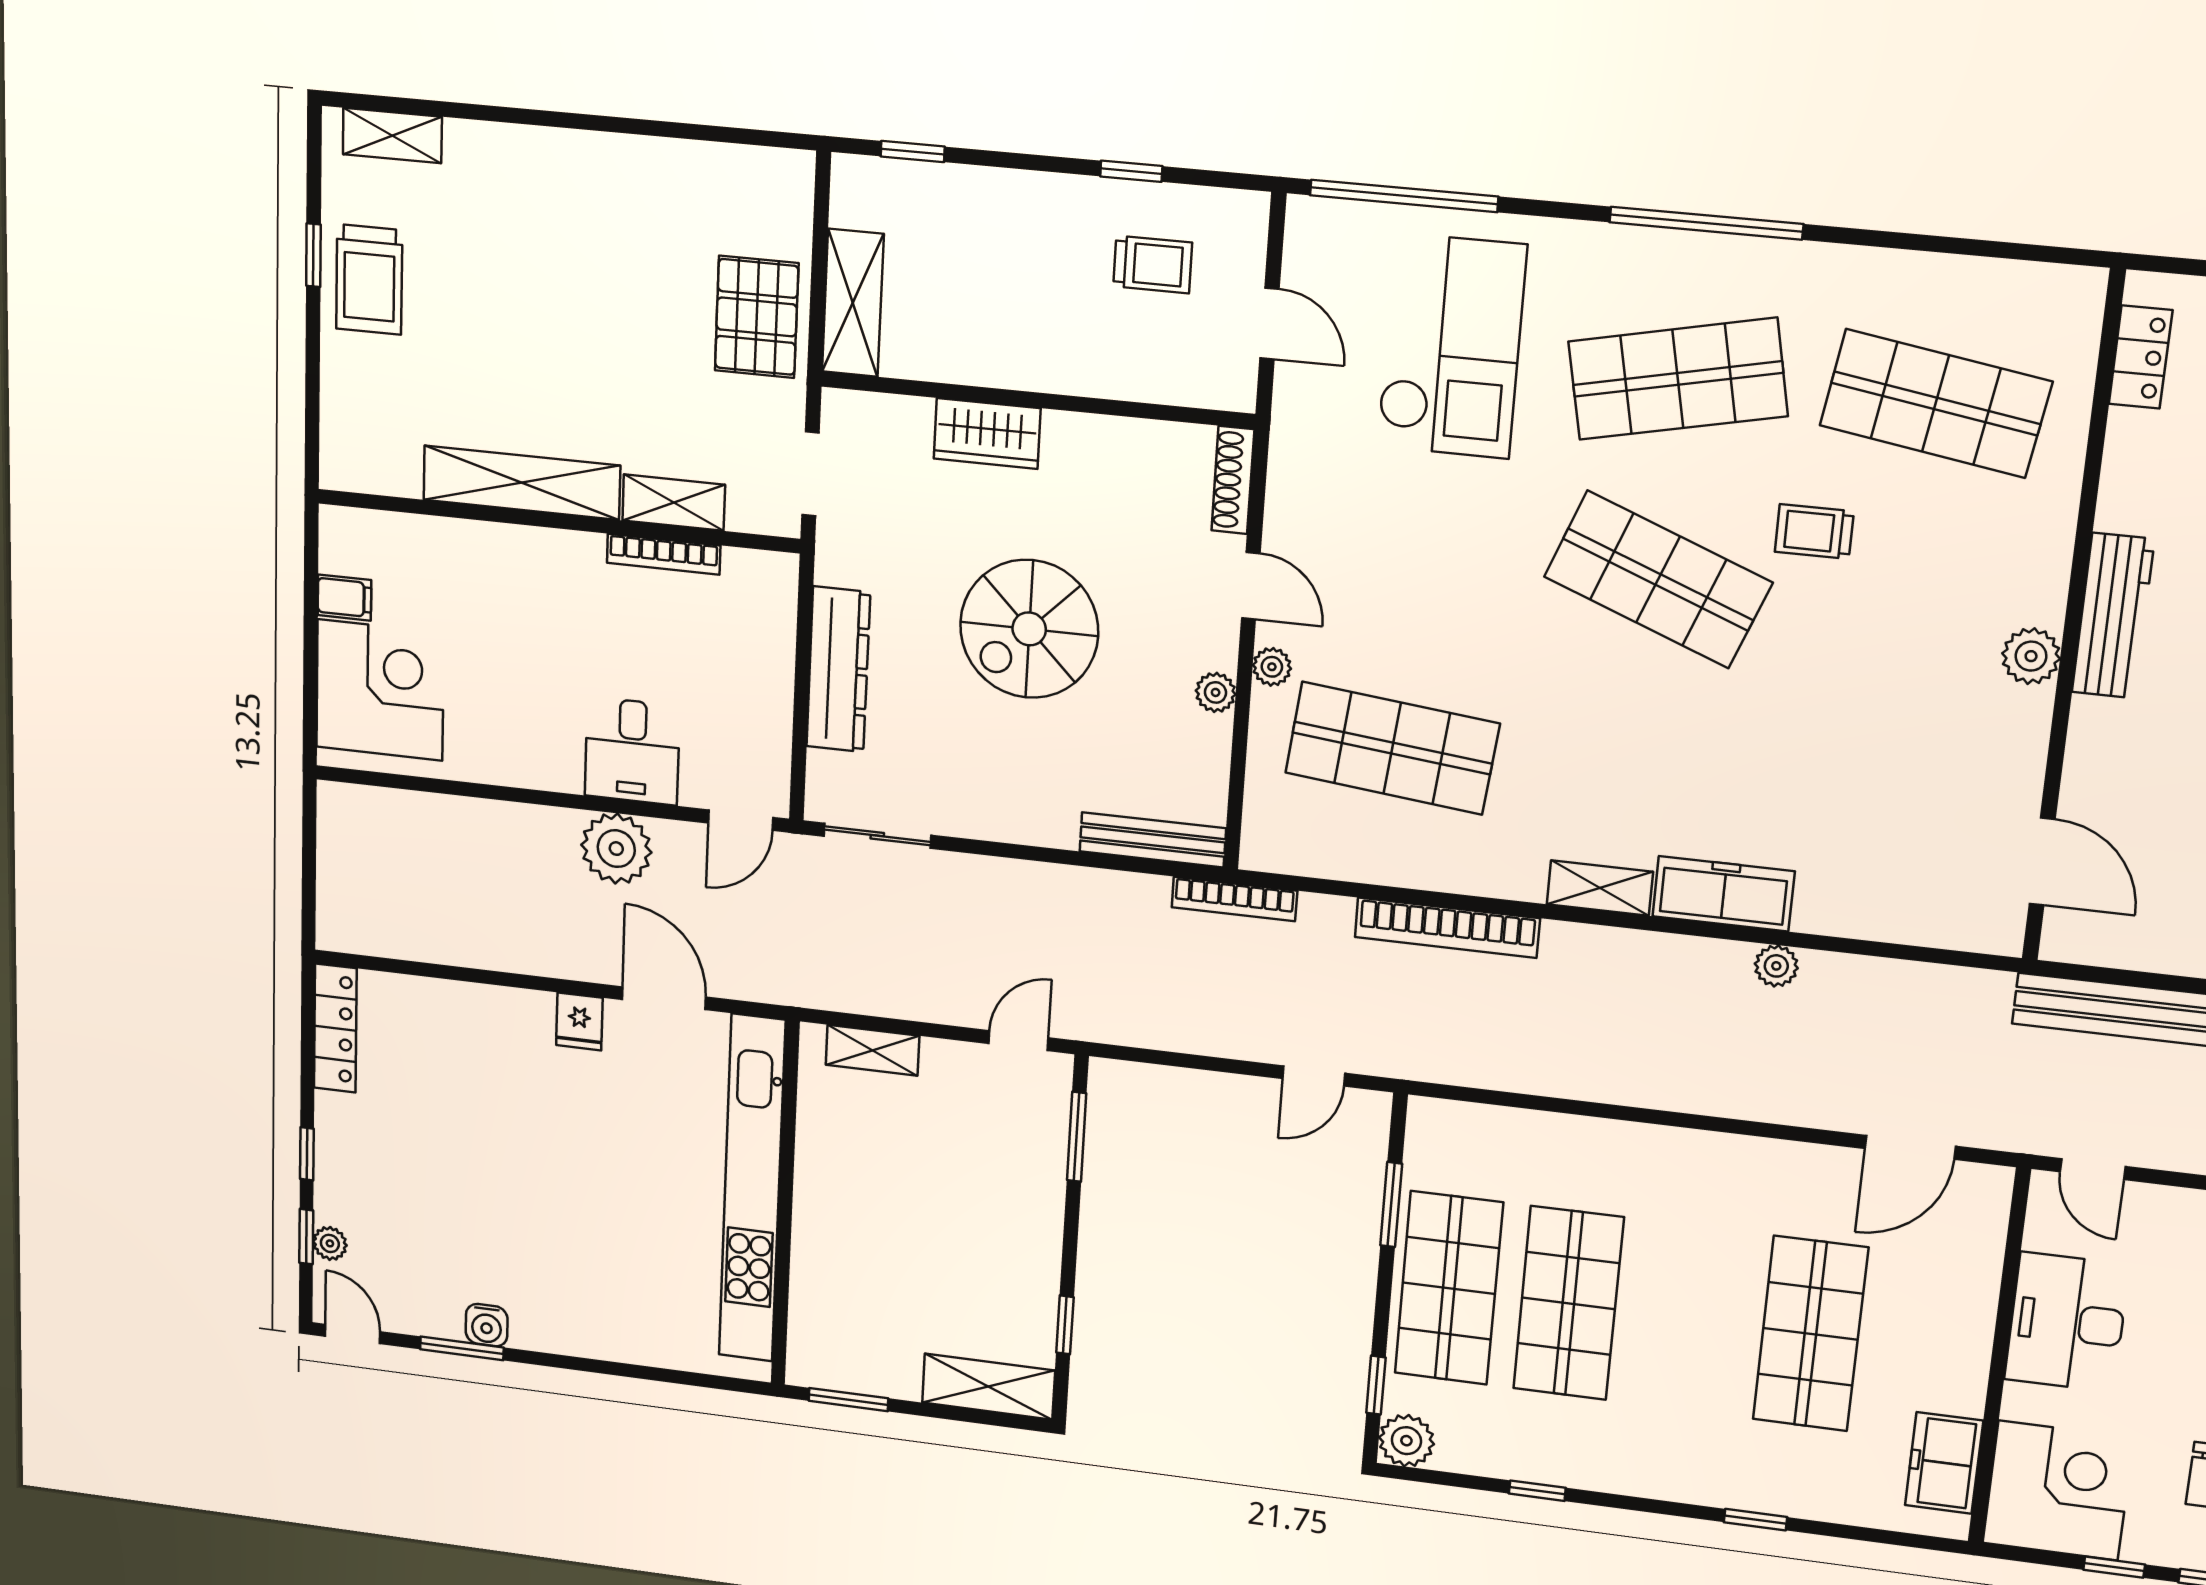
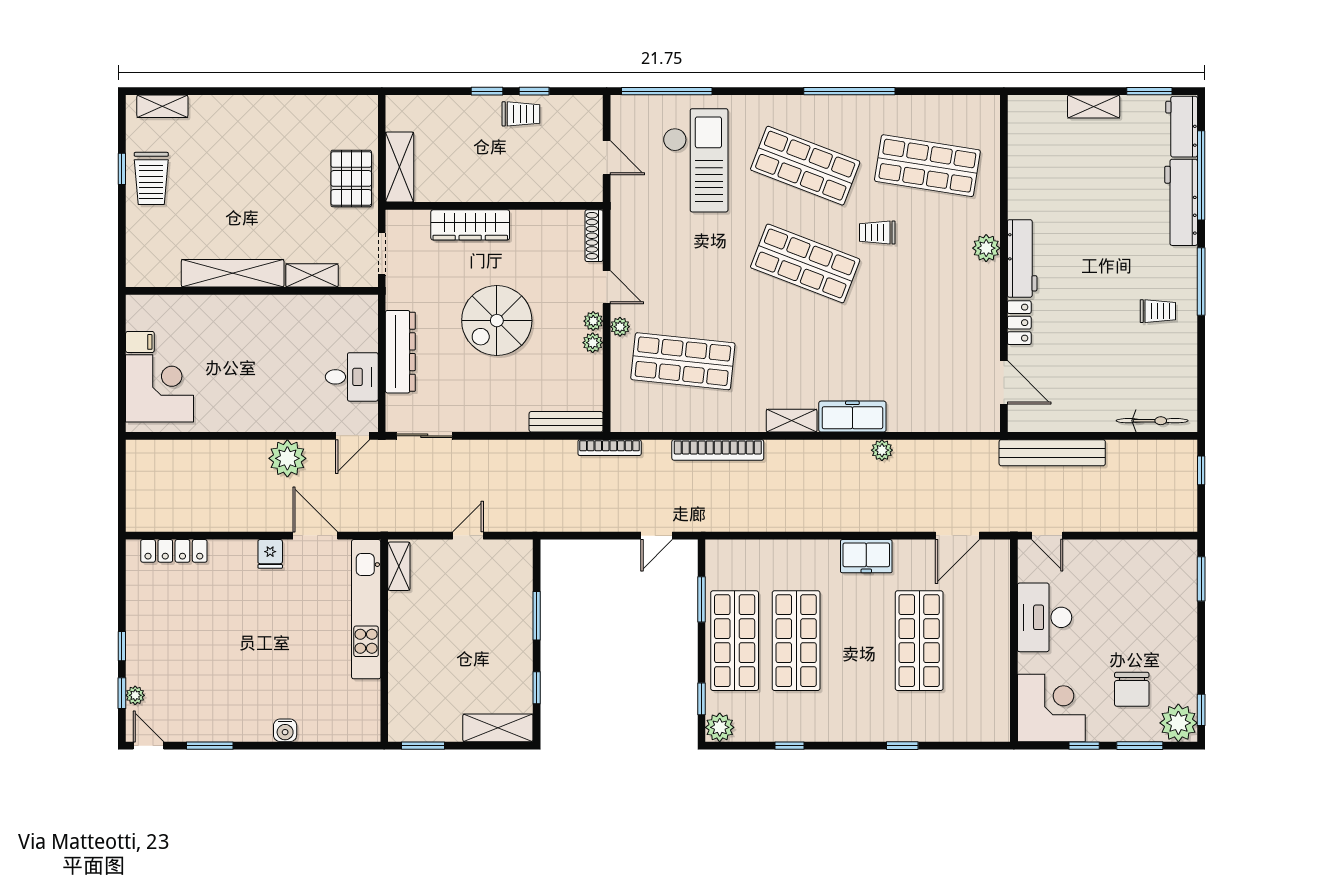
window: (913, 151) -> (487, 91), moved
window: (1706, 223) -> (849, 91), moved
trolley: (1153, 264) -> (521, 114), moved
locker: (2141, 357) -> (1019, 323), moved
shop shelf: (1678, 379) -> (805, 166), turned 33
wardrobe: (987, 434) -> (470, 225), width x1.50
bookcase: (664, 554) -> (308, 302), removed
plant: (1220, 650) -> (593, 321), added
plant: (2031, 656) -> (986, 248), moved
desk: (632, 751) -> (352, 377), moved, turned -90
locker: (335, 1028) -> (174, 551), moved, turned 90
door: (1019, 1041) -> (468, 536), moved
shelving: (872, 1050) -> (399, 566), moved, turned 90
window: (1077, 1137) -> (537, 616), moved
kitchen unit: (752, 1189) -> (366, 609), width x0.73
water cooler: (487, 1325) -> (285, 730), moved
freezer: (1944, 1463) -> (866, 556), moved, turned -90

